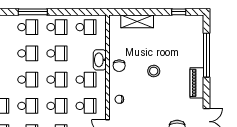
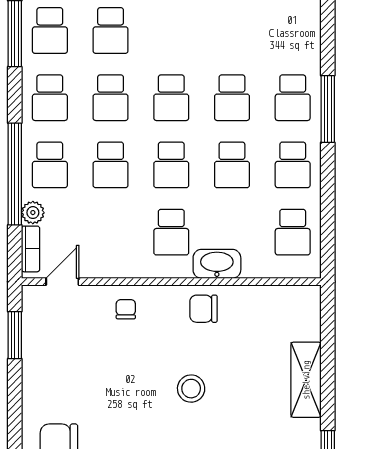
shelving: (137, 21) -> (306, 380), moved
school desk: (86, 106) -> (111, 232), removed

